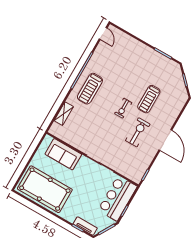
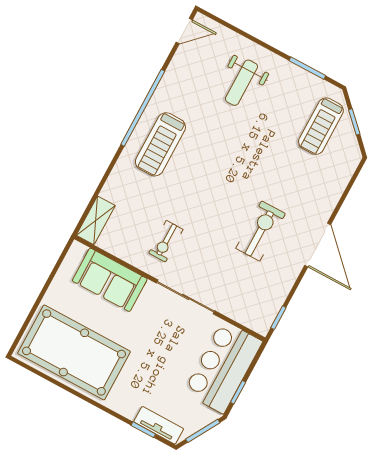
door: (103, 33) -> (184, 31), hinge flipped
weight bench: (130, 60) -> (241, 83), added
treadmill: (149, 99) -> (321, 126), moved
exercise bike: (123, 108) -> (166, 241), moved
shelving: (64, 114) -> (96, 220), moved

